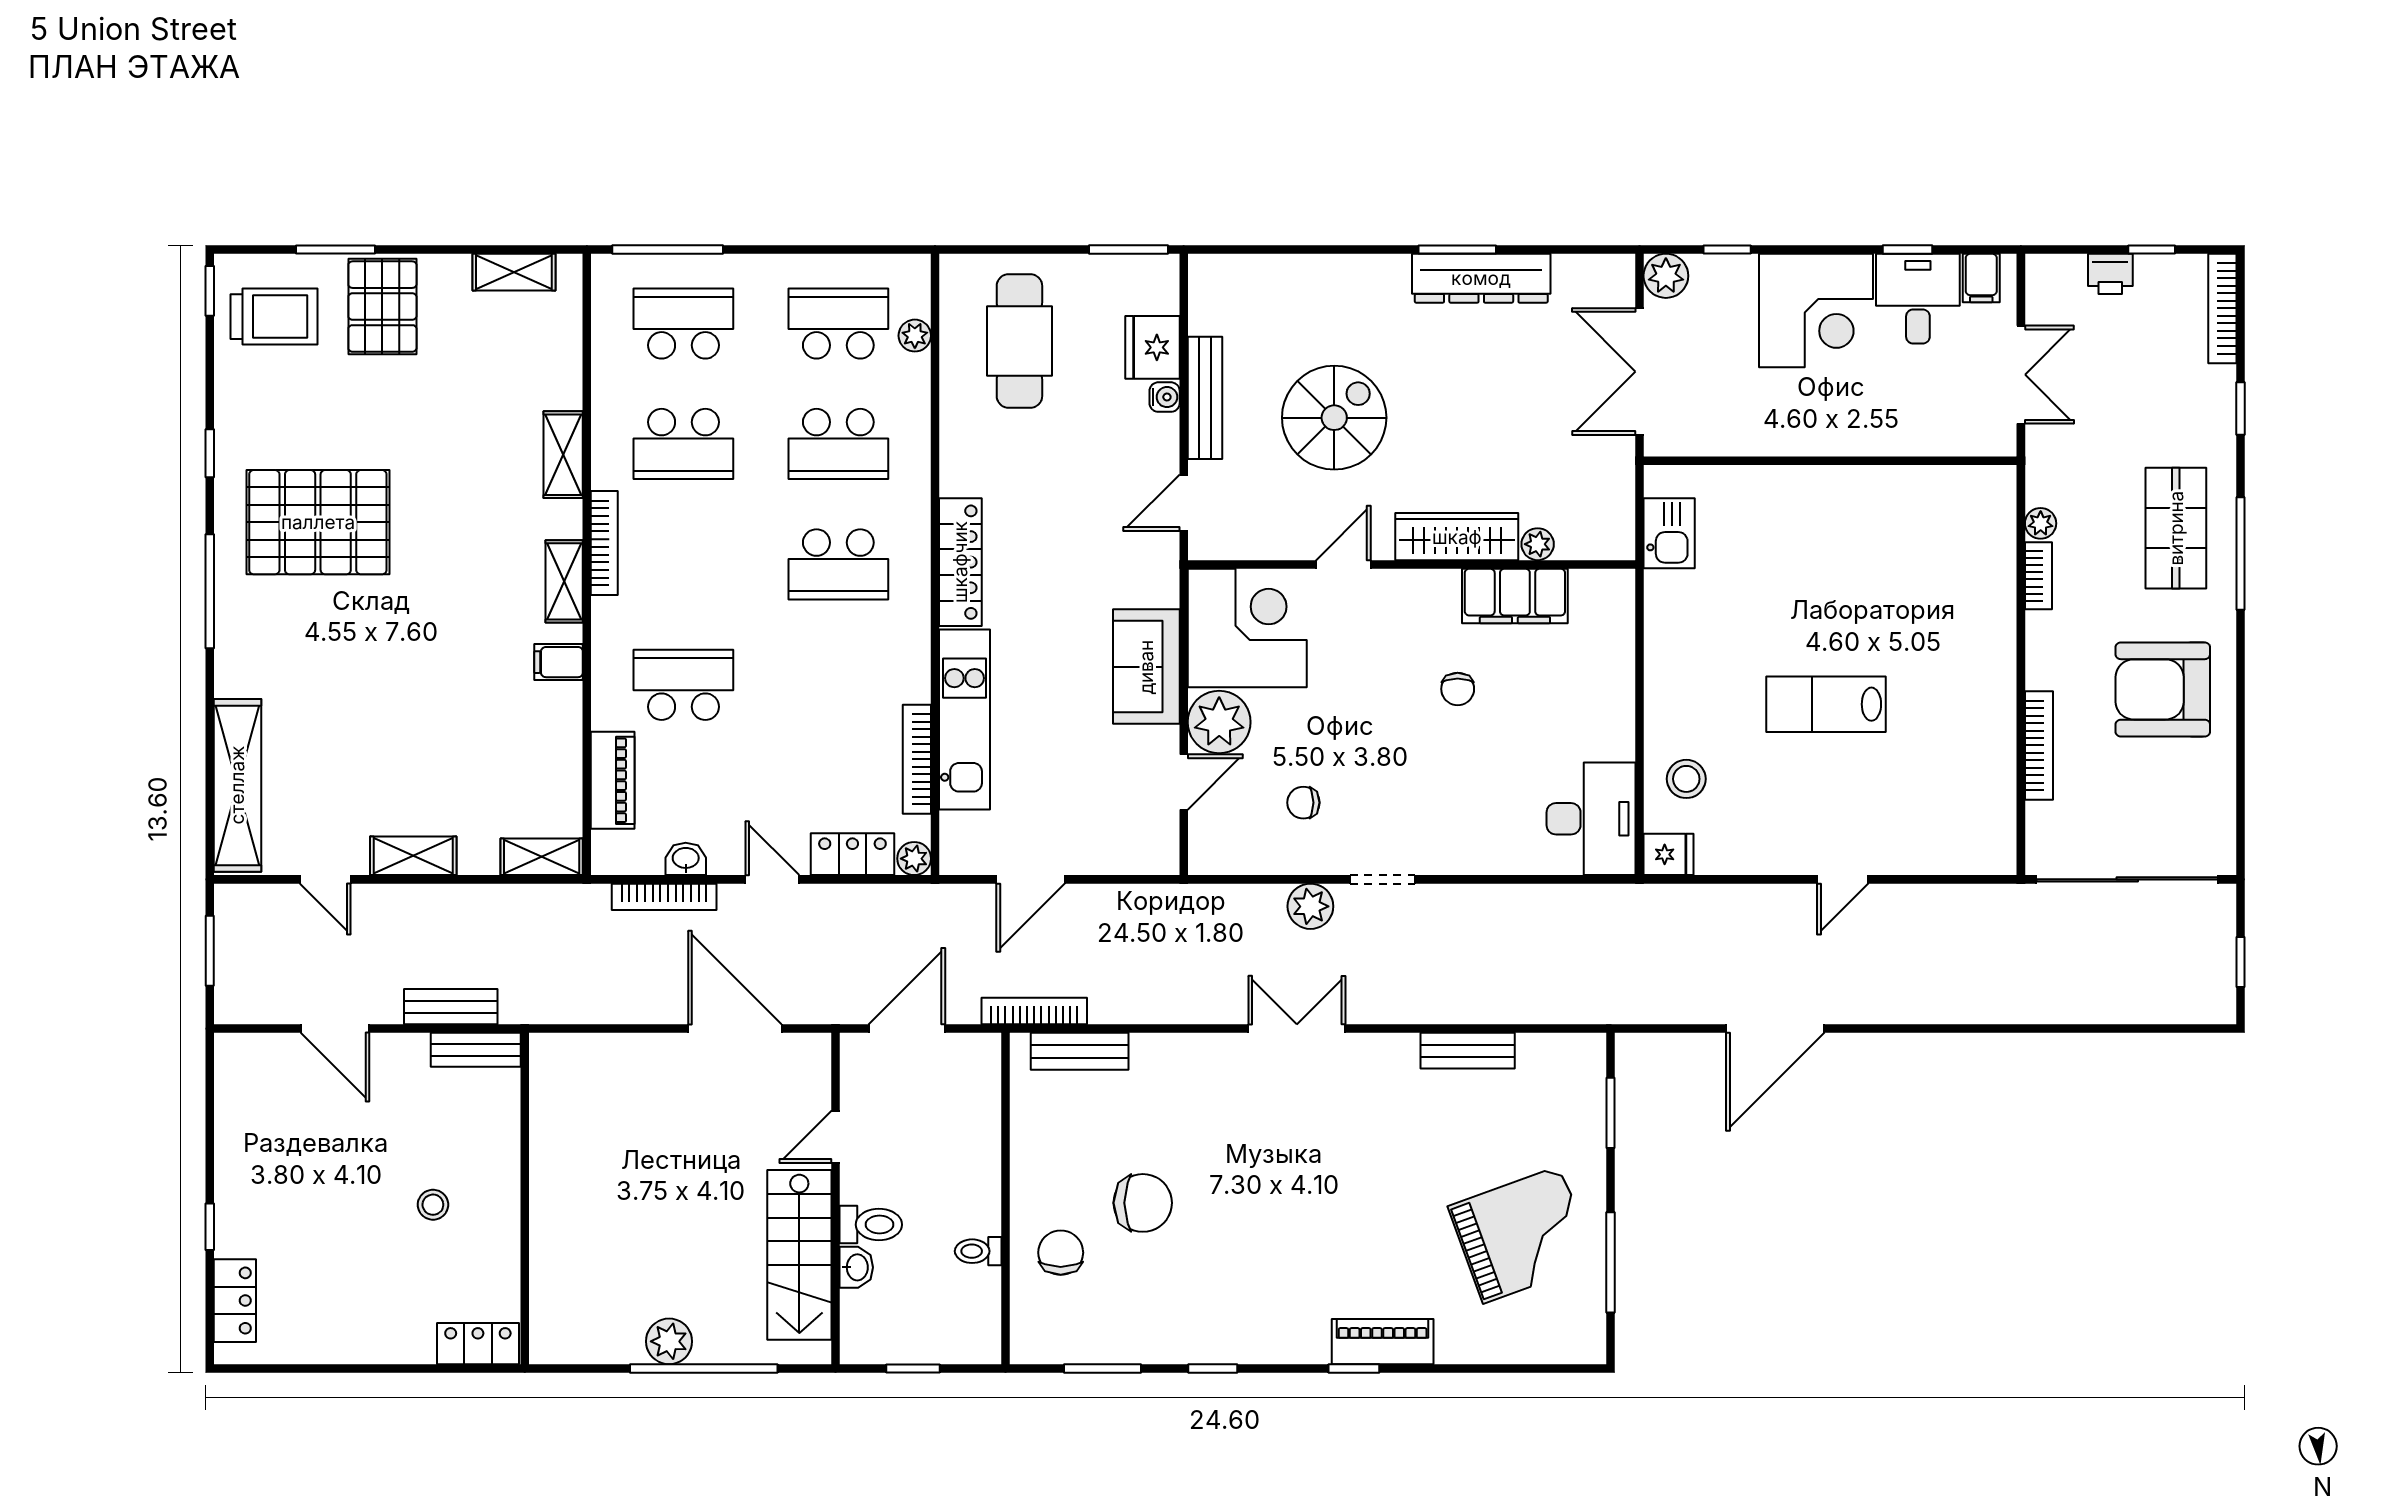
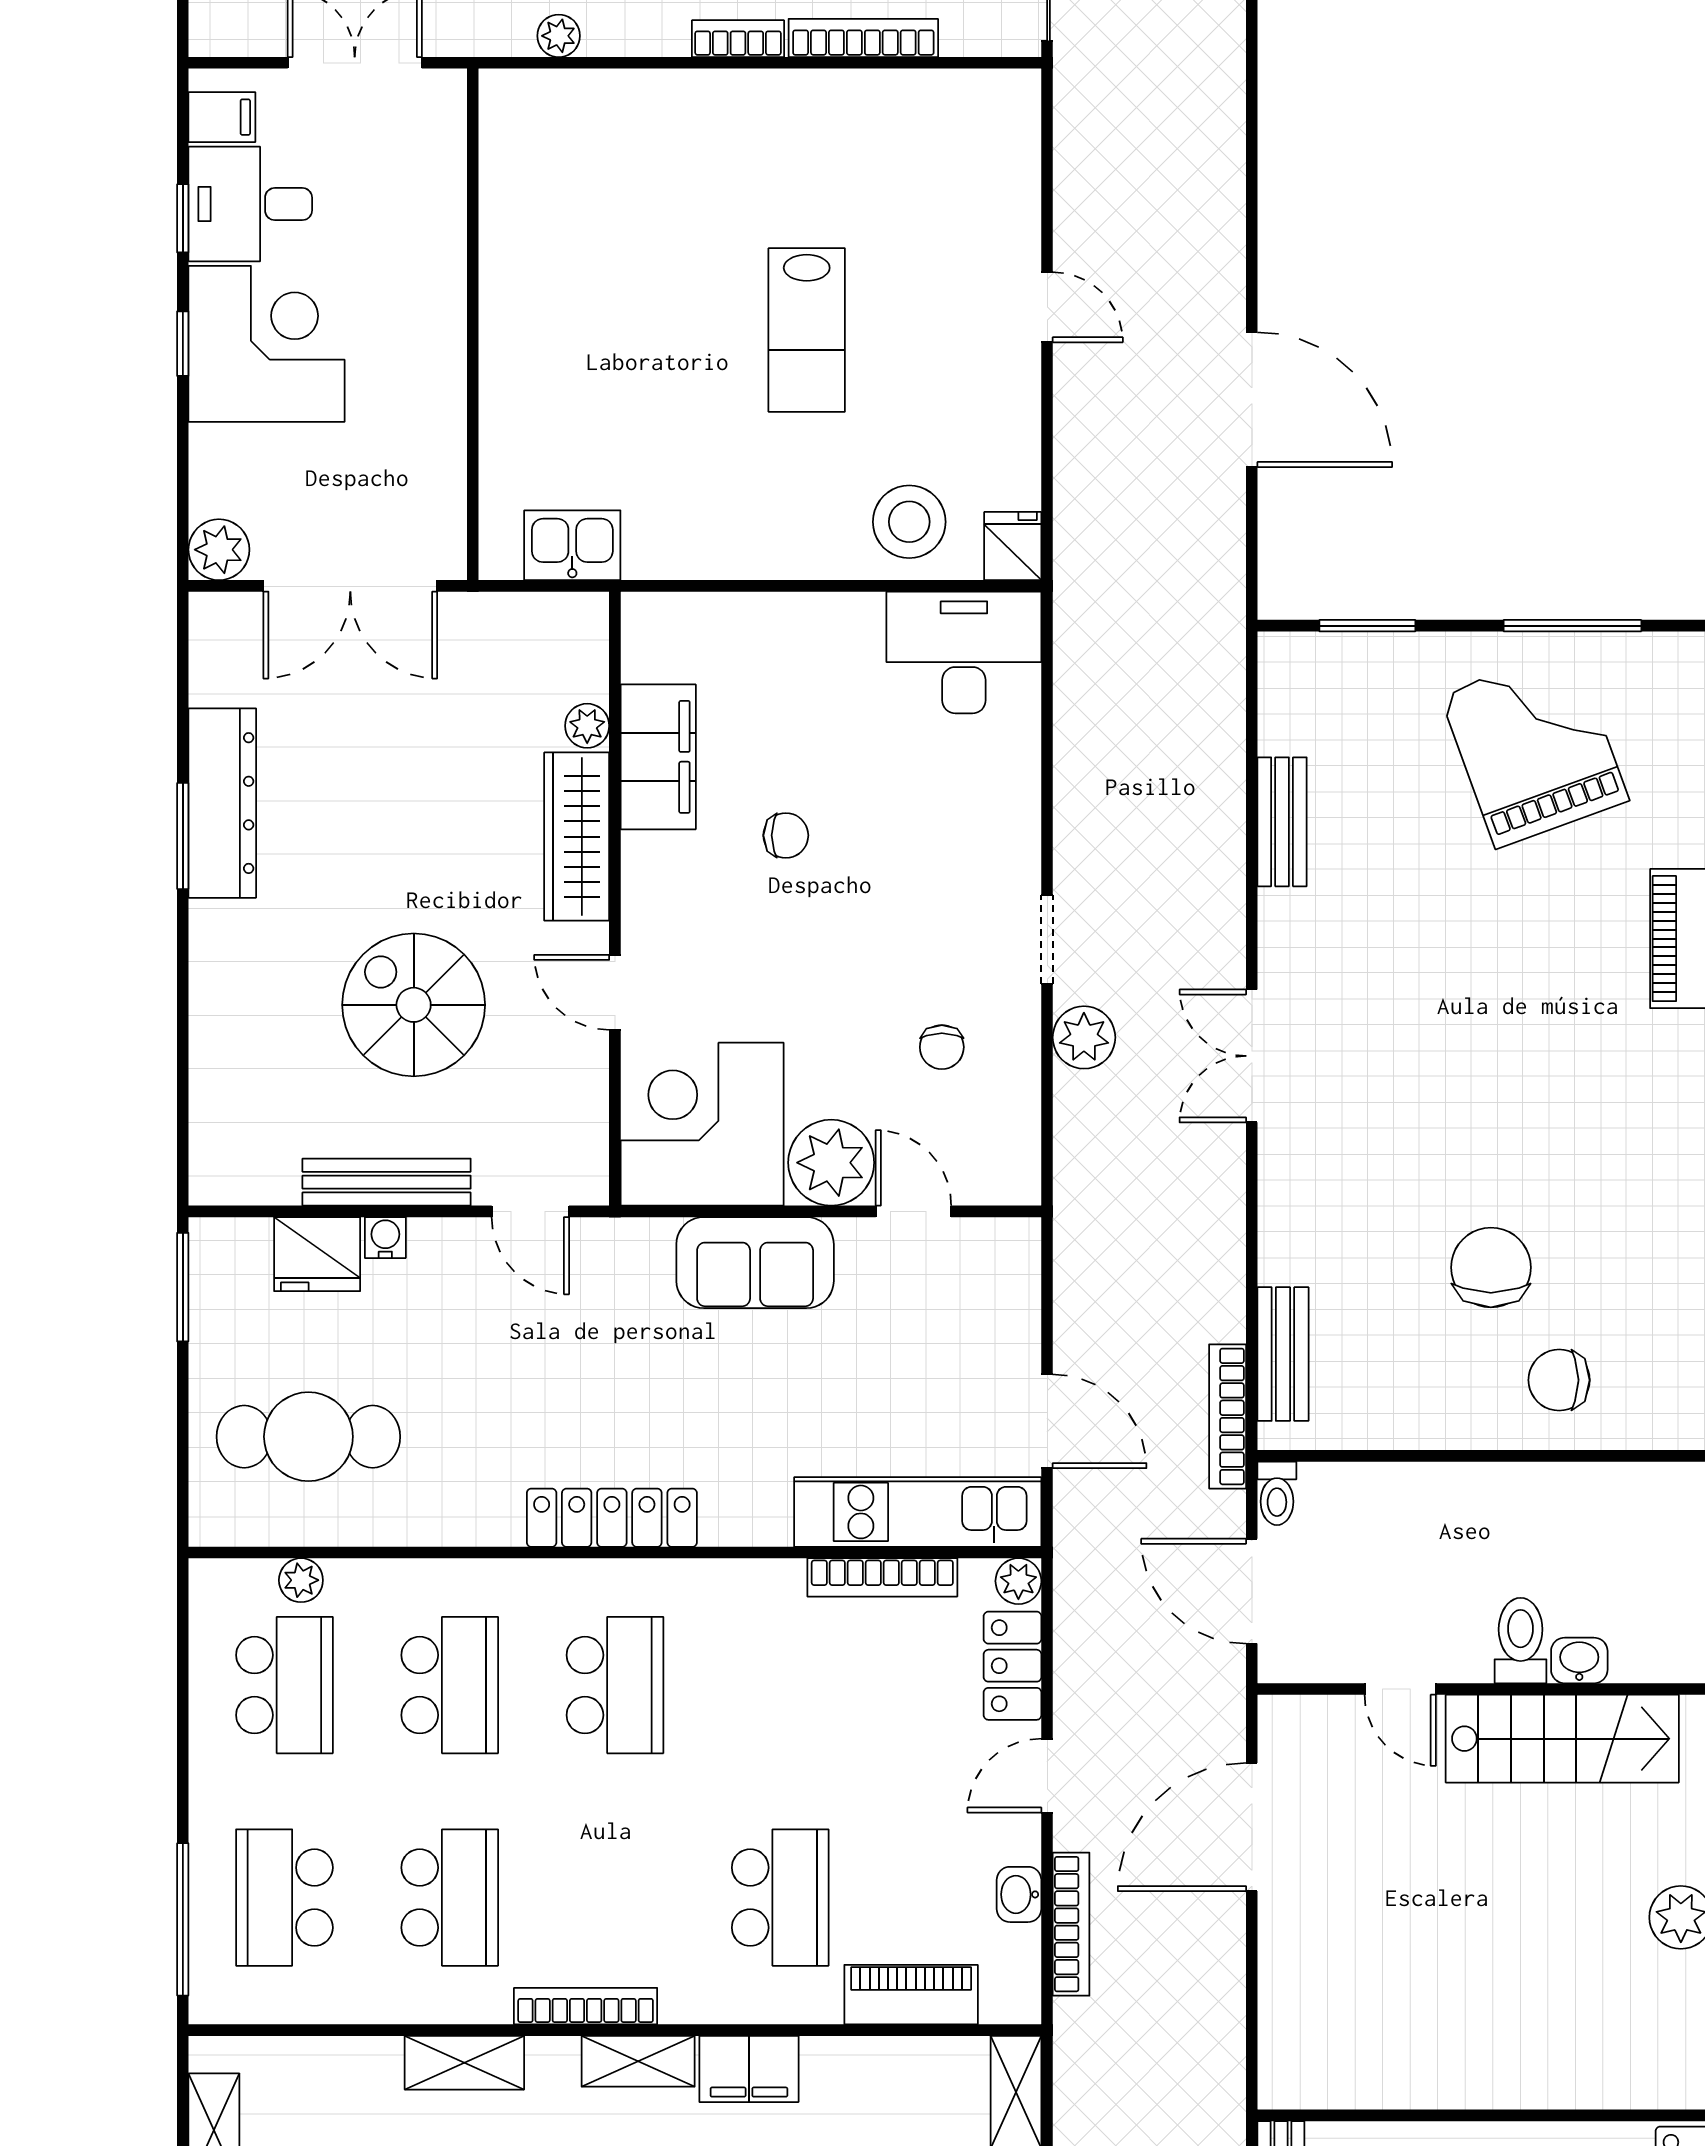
window: (1727, 249) -> (183, 344), moved
school desk: (838, 323) -> (284, 1685), turned 180
bookcase: (2038, 576) -> (738, 39), moved
filing cabinet: (559, 662) -> (749, 2069), width x2.00
school desk: (683, 685) -> (780, 1898), turned 180
kitchen unit: (965, 720) -> (918, 1512), moved
stool: (1686, 779) -> (909, 522), width x1.38, depth x1.38
toilet: (978, 1251) -> (1277, 1493), moved

